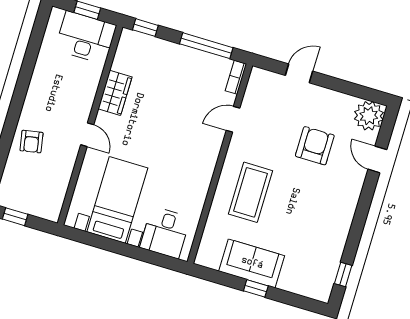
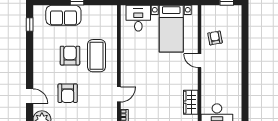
wardrobe: (115, 93) -> (191, 102), moved
armchair: (31, 142) -> (215, 38), moved
armchair: (293, 205) -> (70, 56), added
sofa: (252, 263) -> (63, 15), moved

